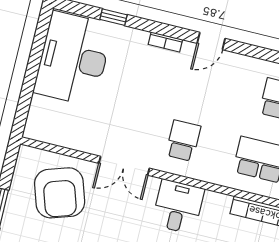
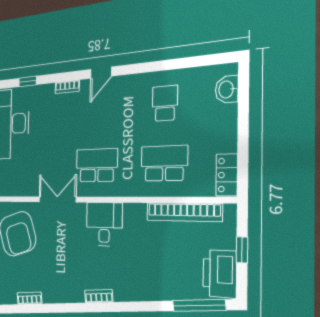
school desk: (183, 141) -> (97, 165), width x1.85
double door: (124, 166) -> (57, 199), swing flipped

